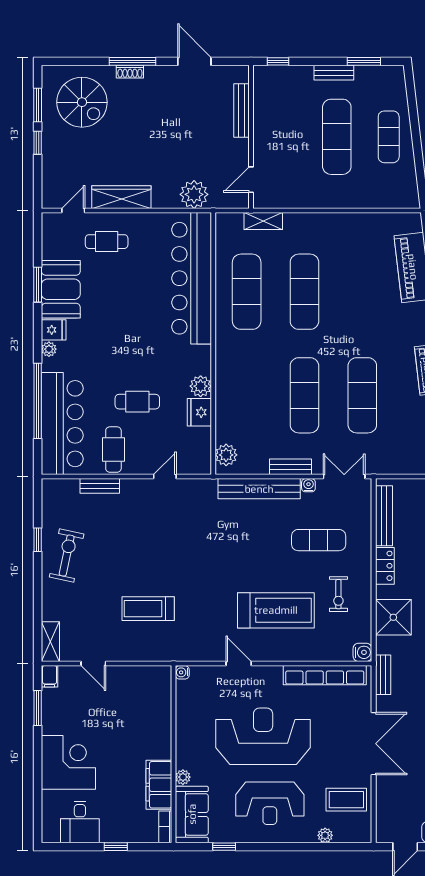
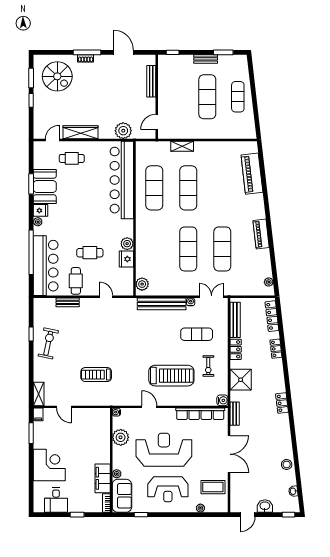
shelving: (263, 221) -> (182, 146), moved
bench: (291, 467) -> (180, 291), removed
door: (165, 477) -> (106, 297), hinge flipped
plant: (189, 715) -> (121, 437), added

